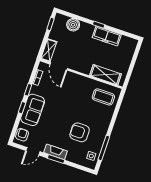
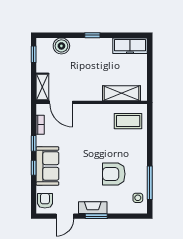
freezer: (107, 36) -> (130, 46), moved

